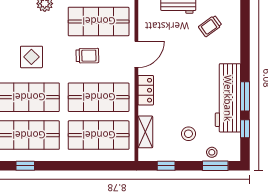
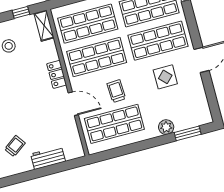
door: (136, 54) -> (73, 104), swing flipped
trolley: (87, 56) -> (116, 91), turned 88
shelving: (145, 132) -> (44, 26), moved

